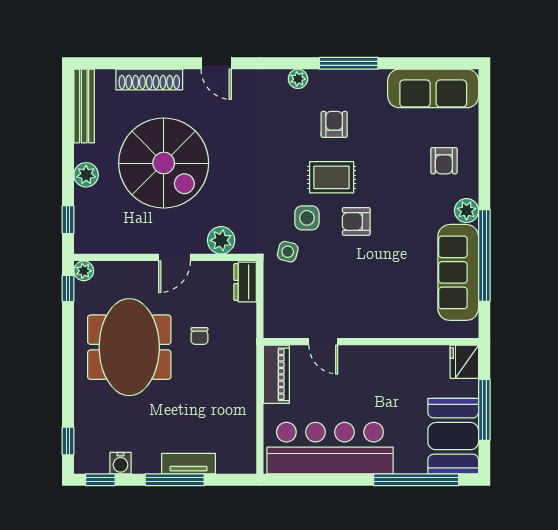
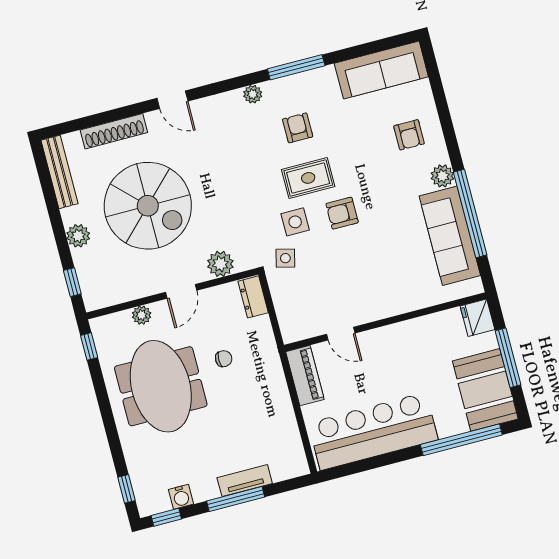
plant: (84, 271) -> (142, 315), moved
chair: (199, 336) -> (224, 359), turned -90

